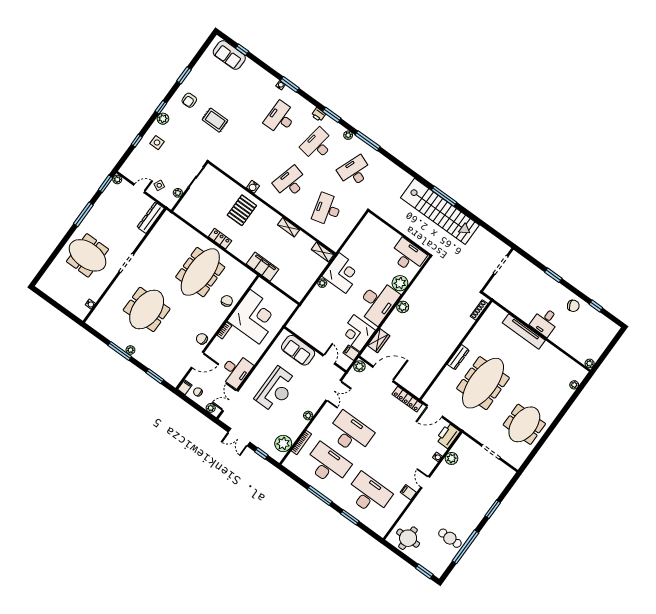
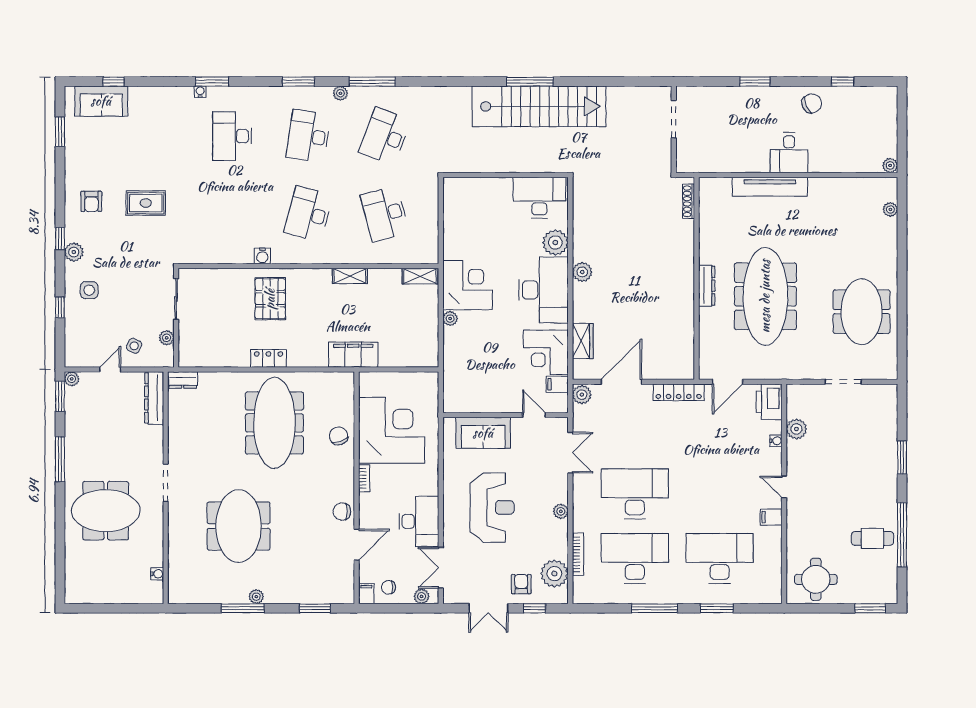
window: (184, 75) -> (60, 132), moved
printer: (318, 115) -> (280, 94), removed
dresser: (171, 219) -> (183, 380), added
armchair: (263, 437) -> (521, 584), added

